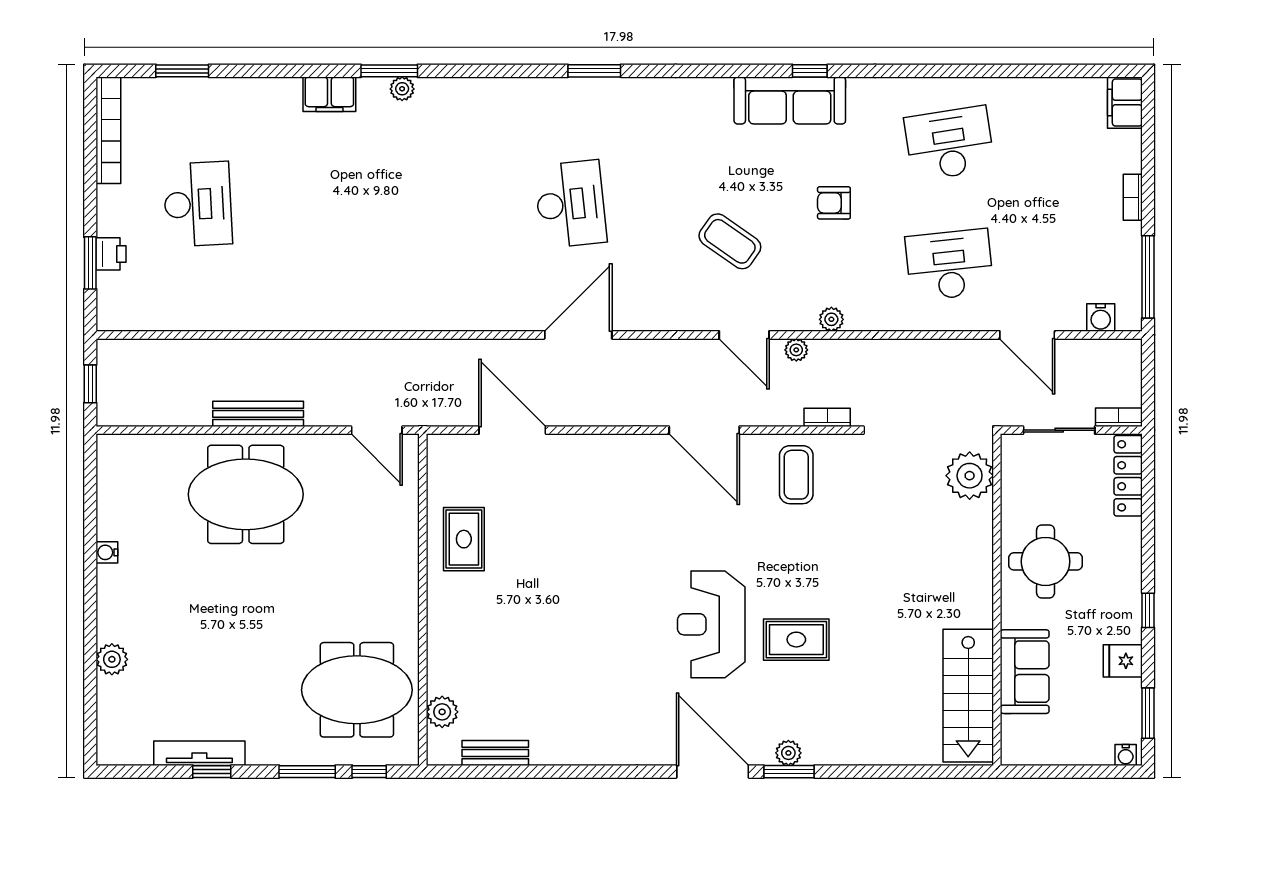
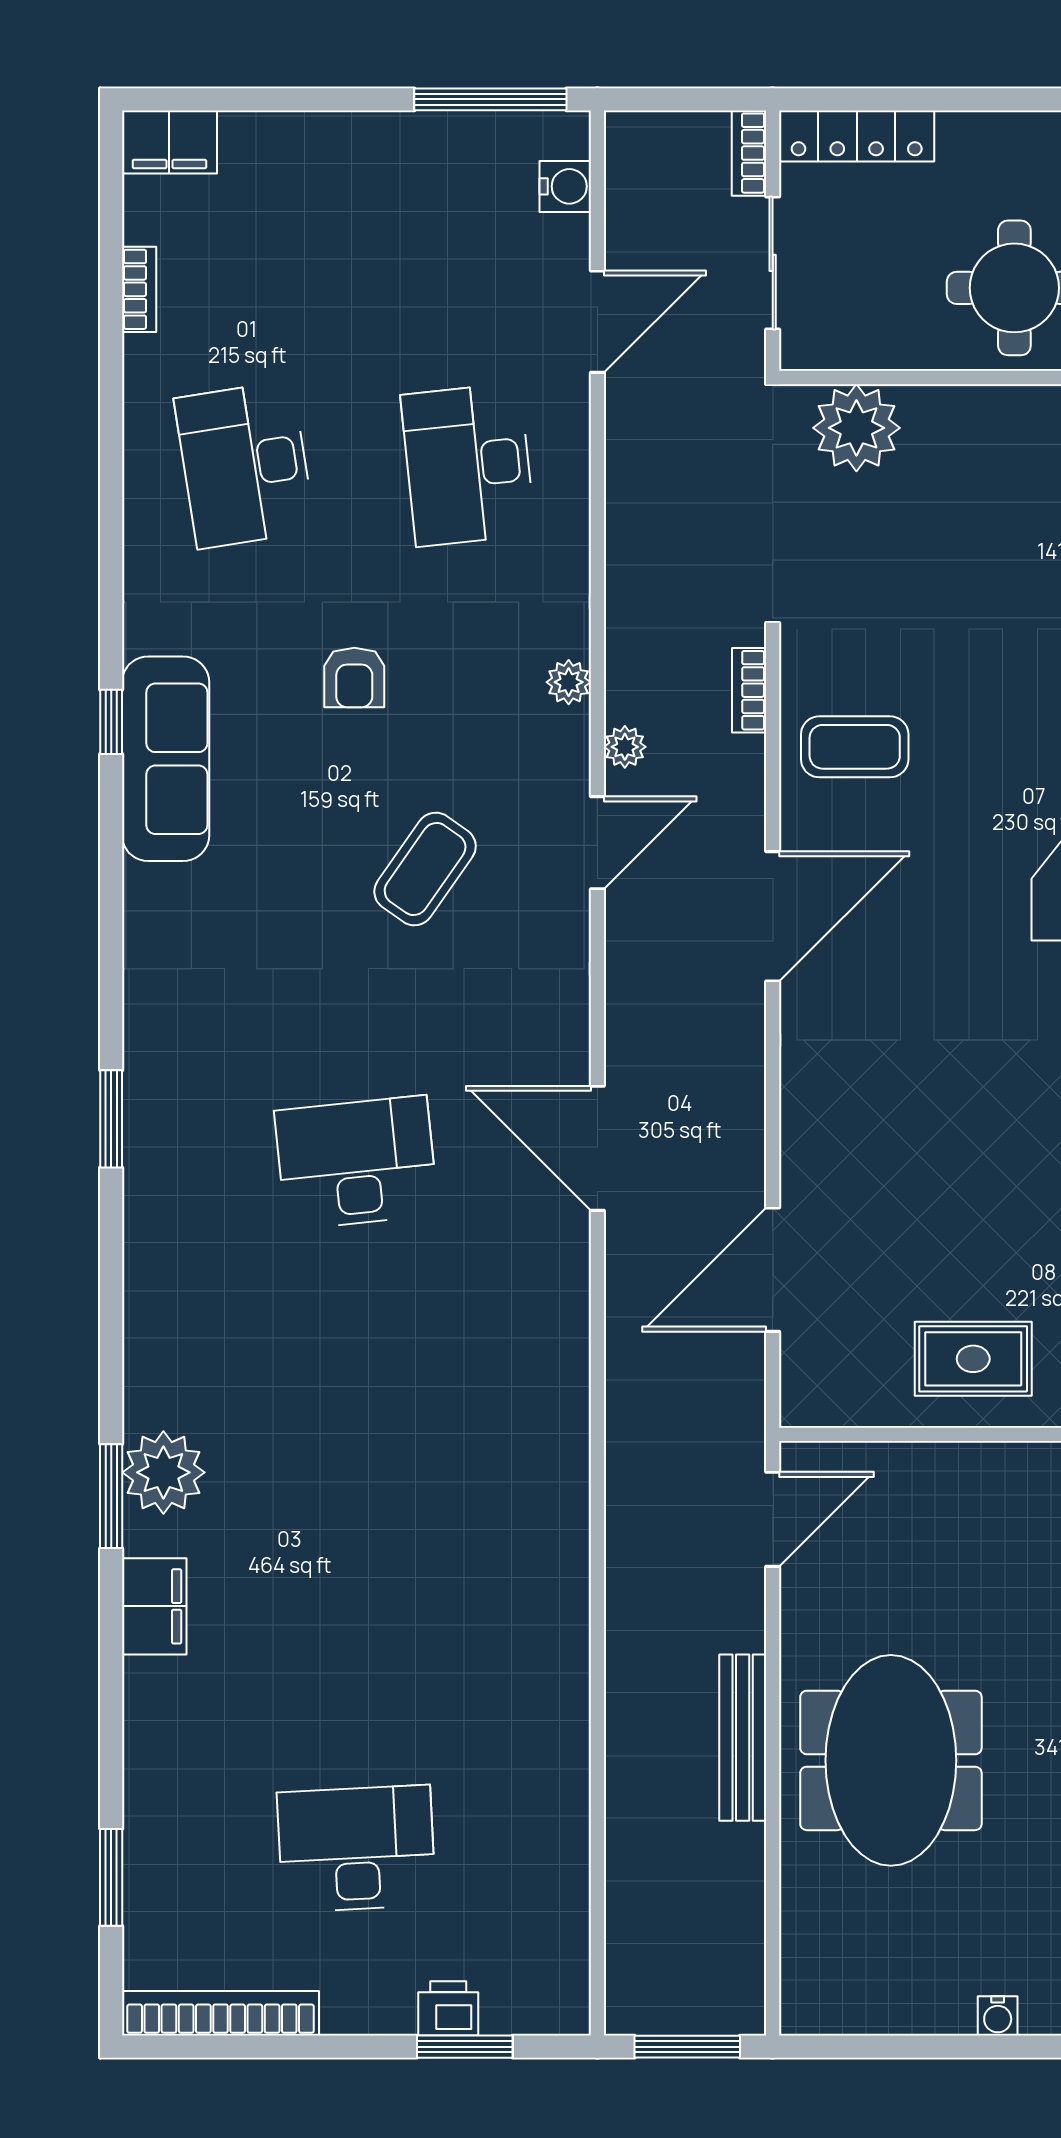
plant: (402, 89) -> (163, 1472), width x1.87, depth x1.87
bookcase: (1133, 197) -> (139, 289), moved, turned -90
window: (90, 384) -> (687, 2047), width x1.50

